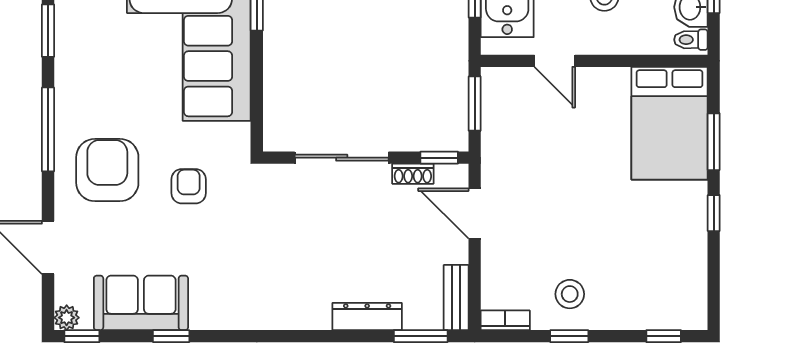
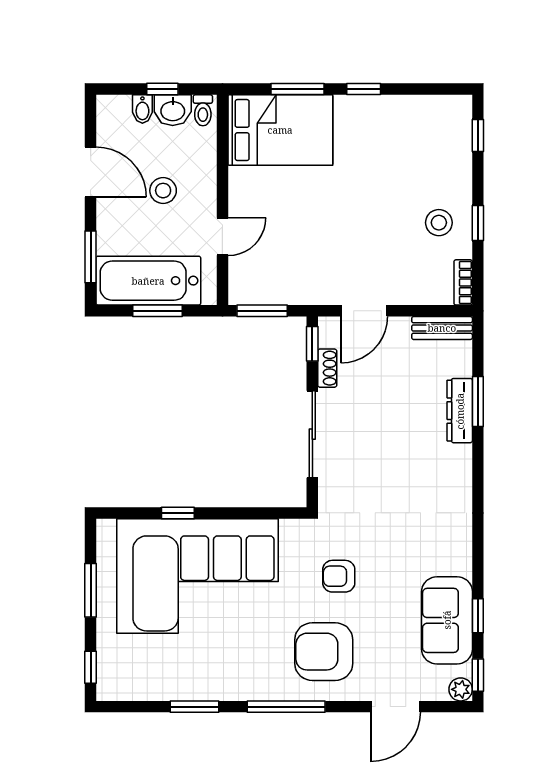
window: (171, 336) -> (478, 616), moved
window: (421, 336) -> (478, 402), moved

